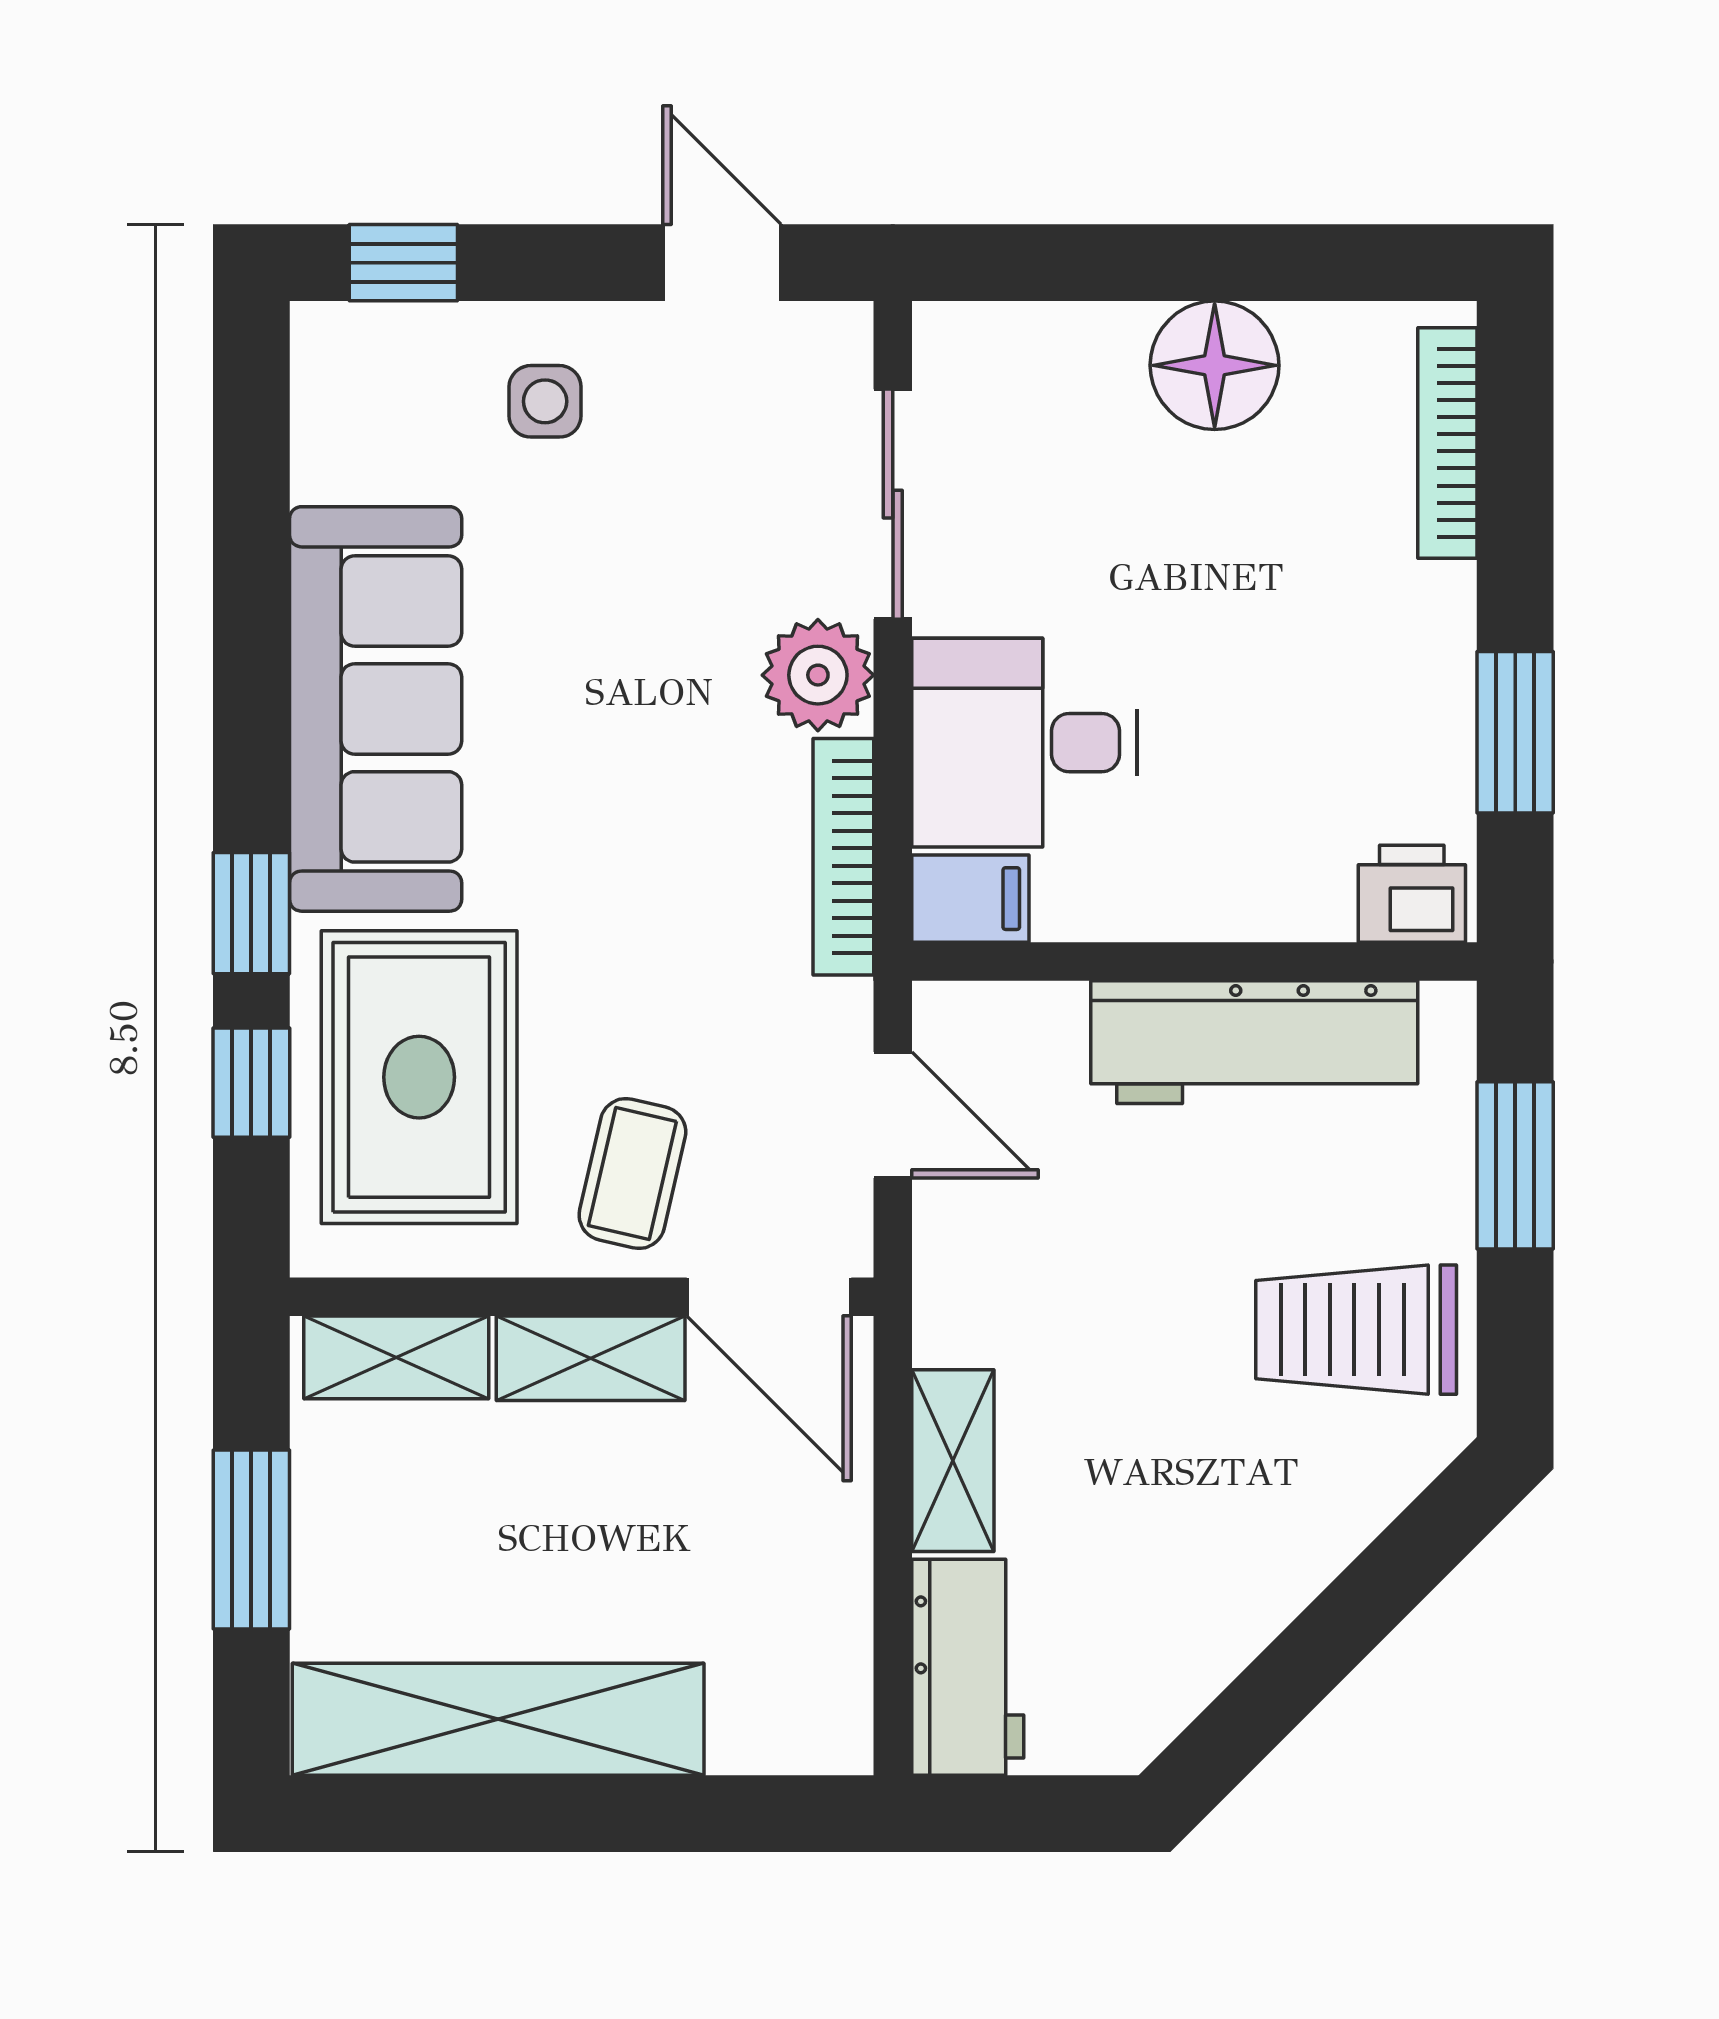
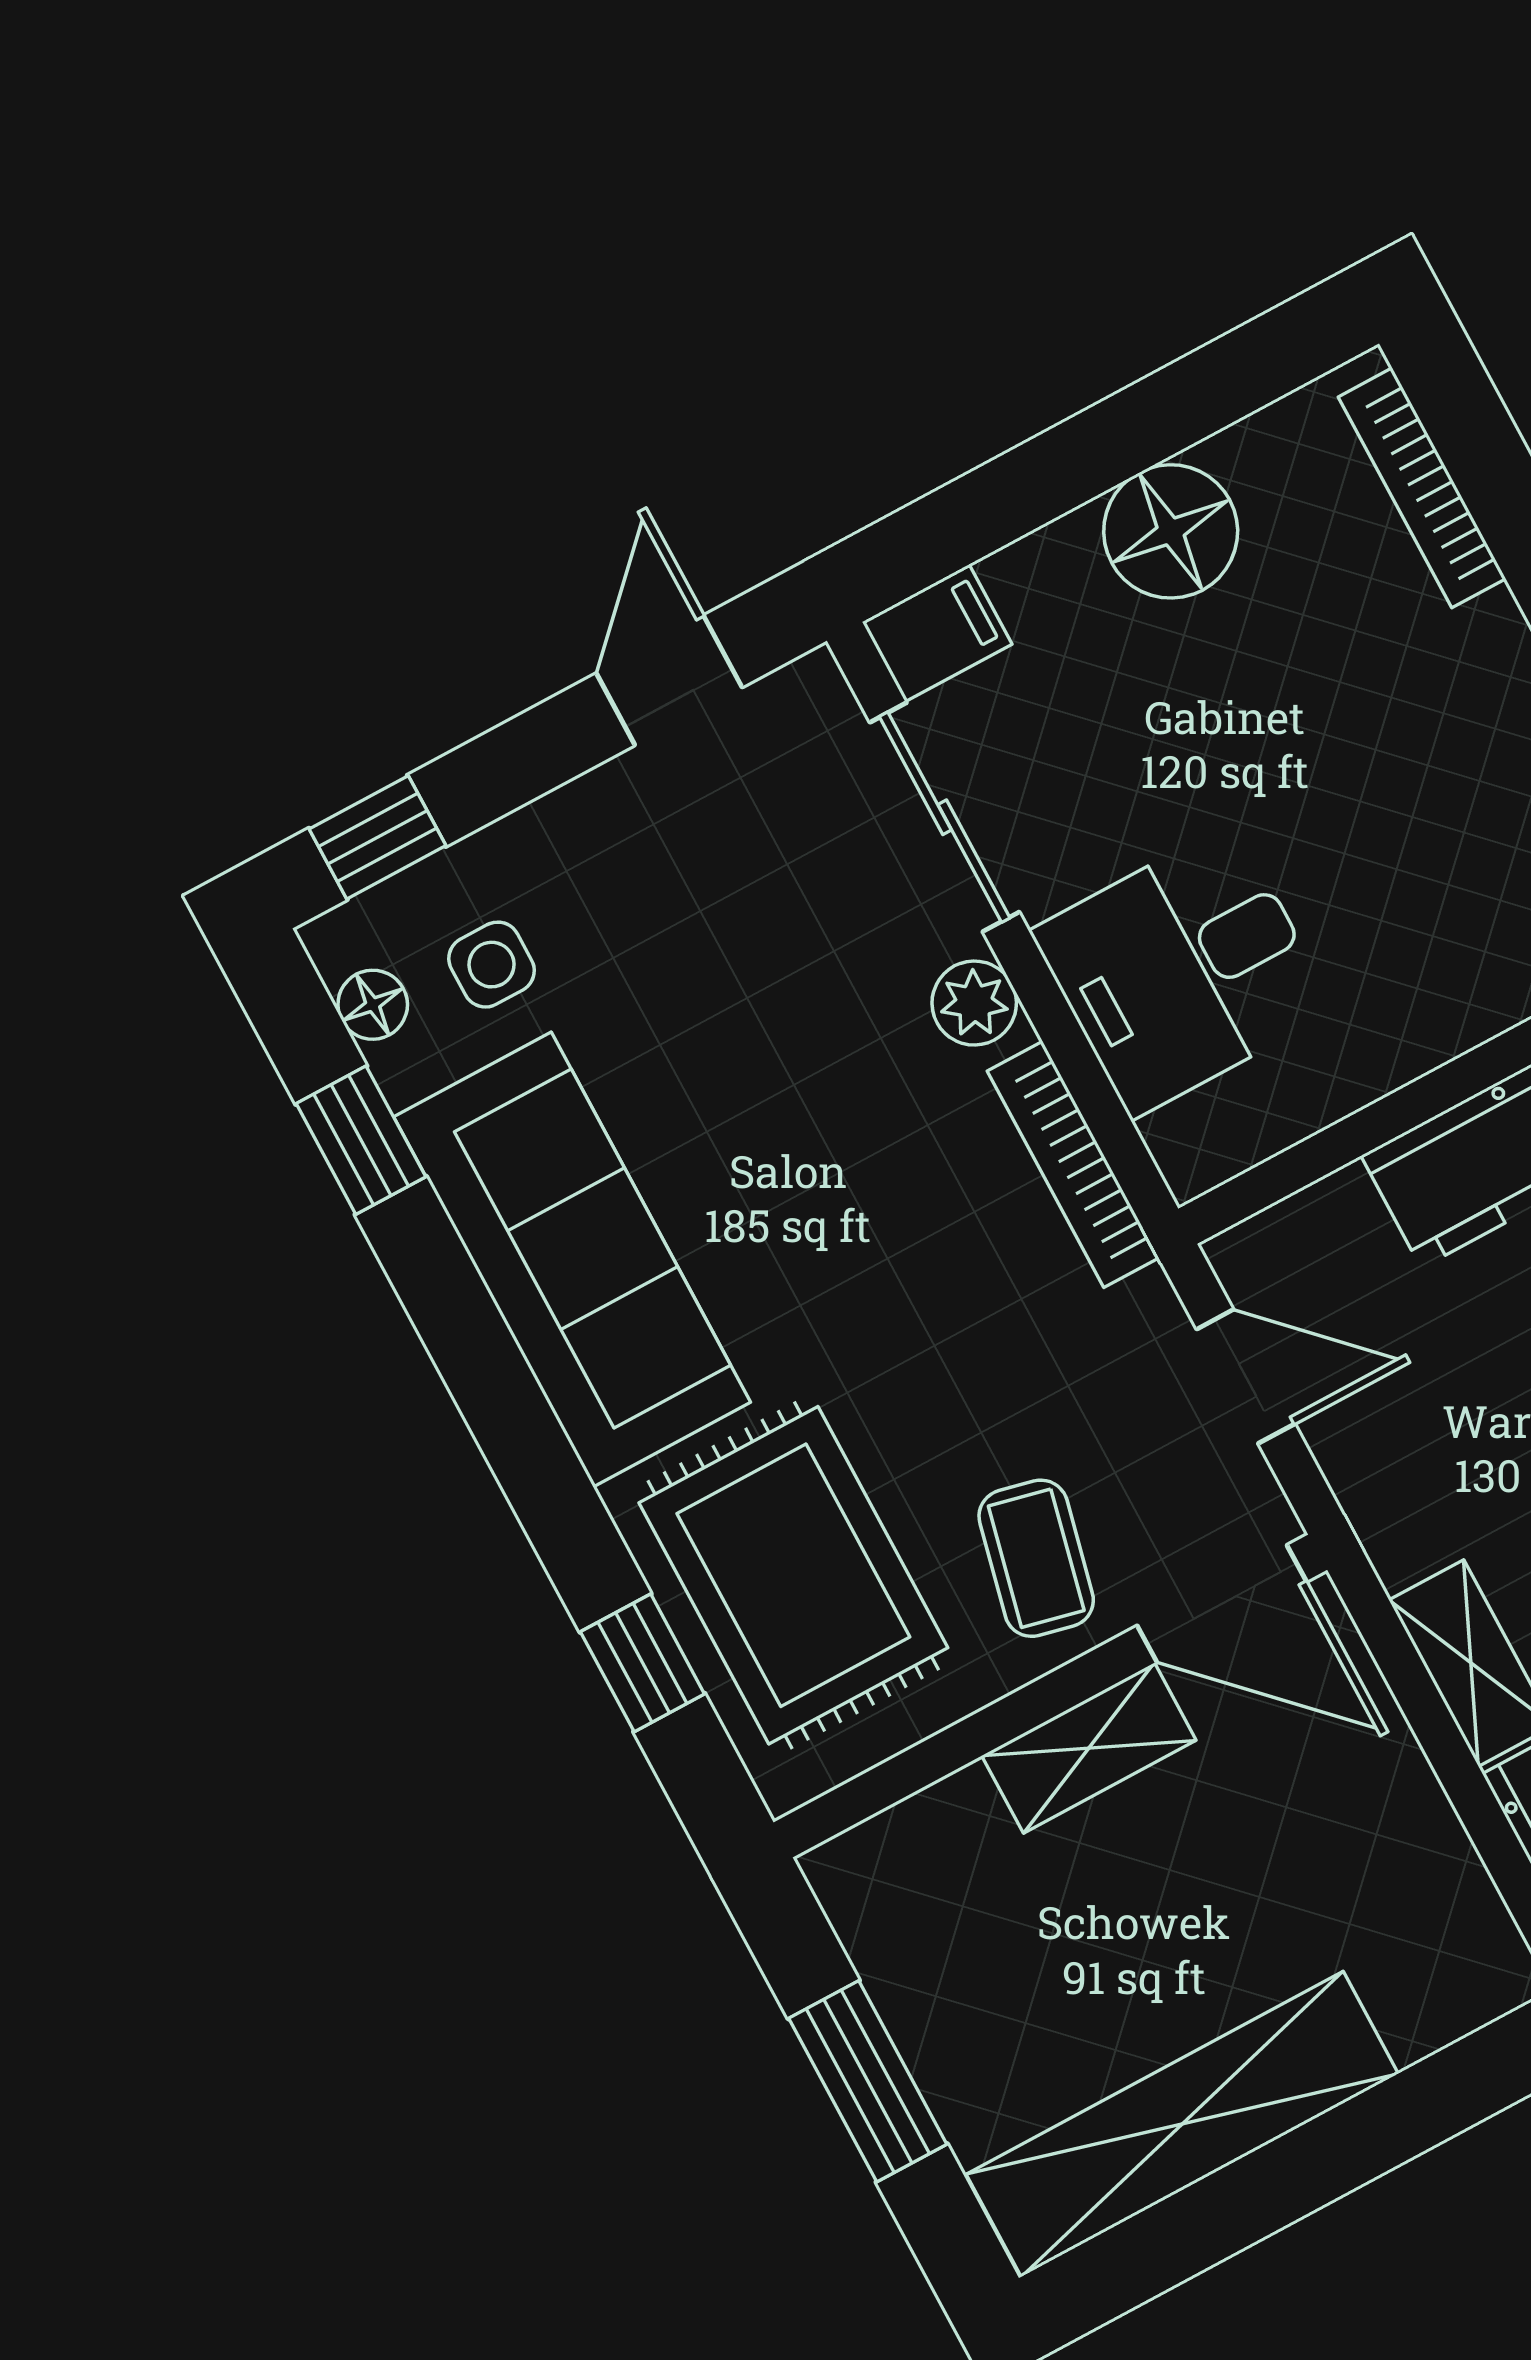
door: (722, 263) -> (669, 680), hinge flipped
side table: (545, 401) -> (492, 965), moved
floor lamp: (323, 402) -> (373, 1005), added
plant: (818, 675) -> (974, 1003), width x0.73, depth x0.73
filing cabinet: (970, 899) -> (937, 633), moved
window: (251, 913) -> (361, 1140), moved
shelving: (396, 1357) -> (911, 1843), removed

